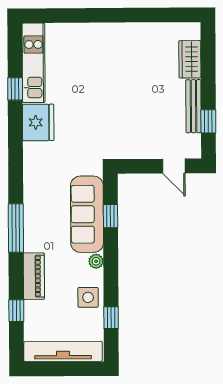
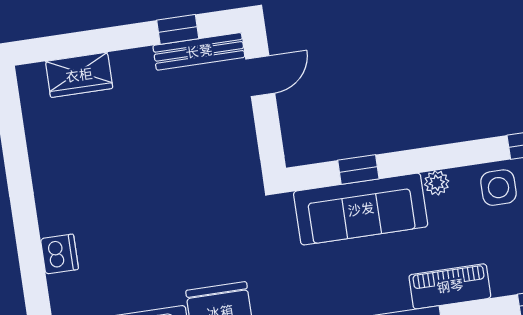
dishwasher: (86, 33) -> (59, 254), added
bench: (193, 106) -> (199, 51), moved
piano: (34, 276) -> (450, 286), moved

